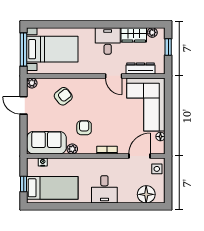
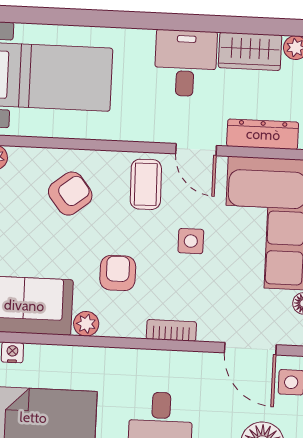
coffee table: (94, 91) -> (146, 184), added
side table: (113, 113) -> (191, 241), added
door: (140, 156) -> (250, 349), swing flipped

